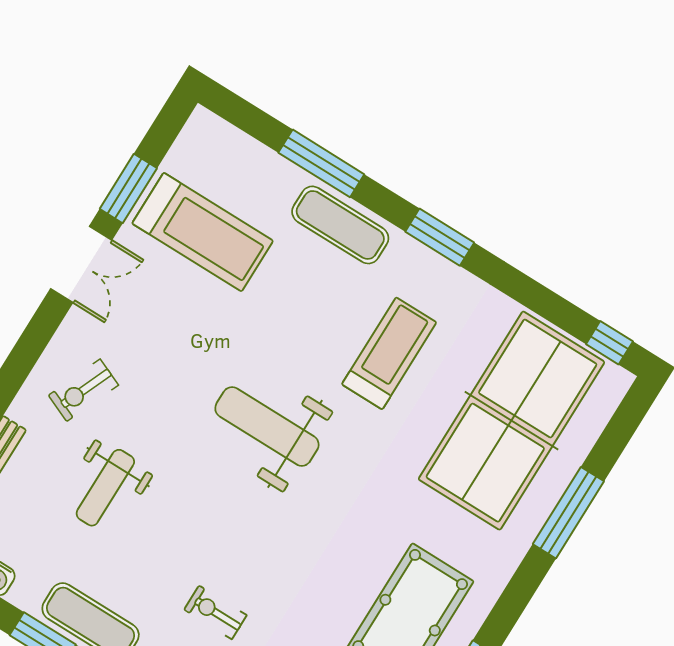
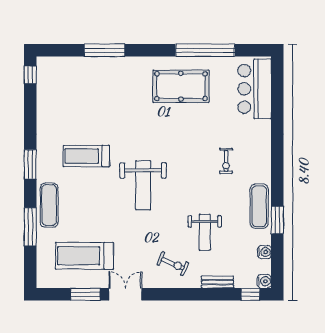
treadmill: (203, 232) -> (84, 256), turned -90
table tennis table: (511, 421) -> (83, 94), removed
weight bench: (105, 488) -> (205, 232), turned 90

